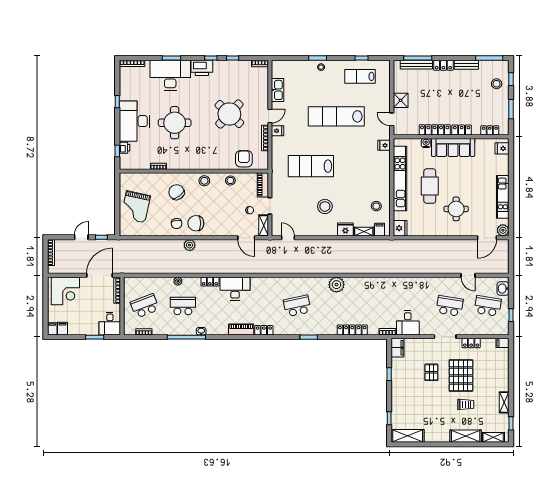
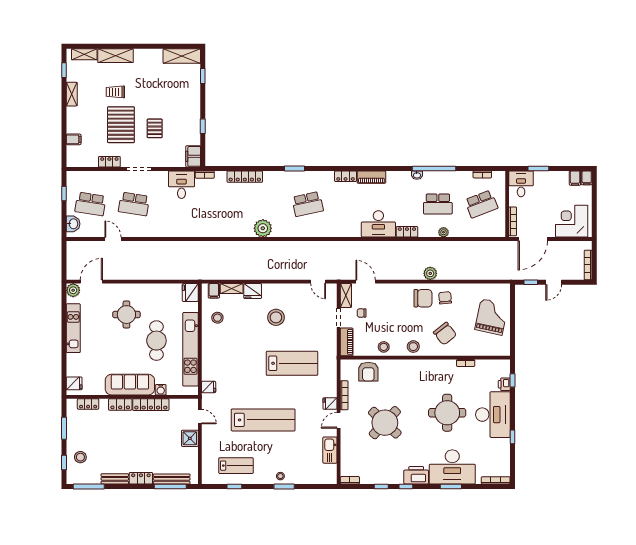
filing cabinet: (503, 343) -> (74, 139), moved

